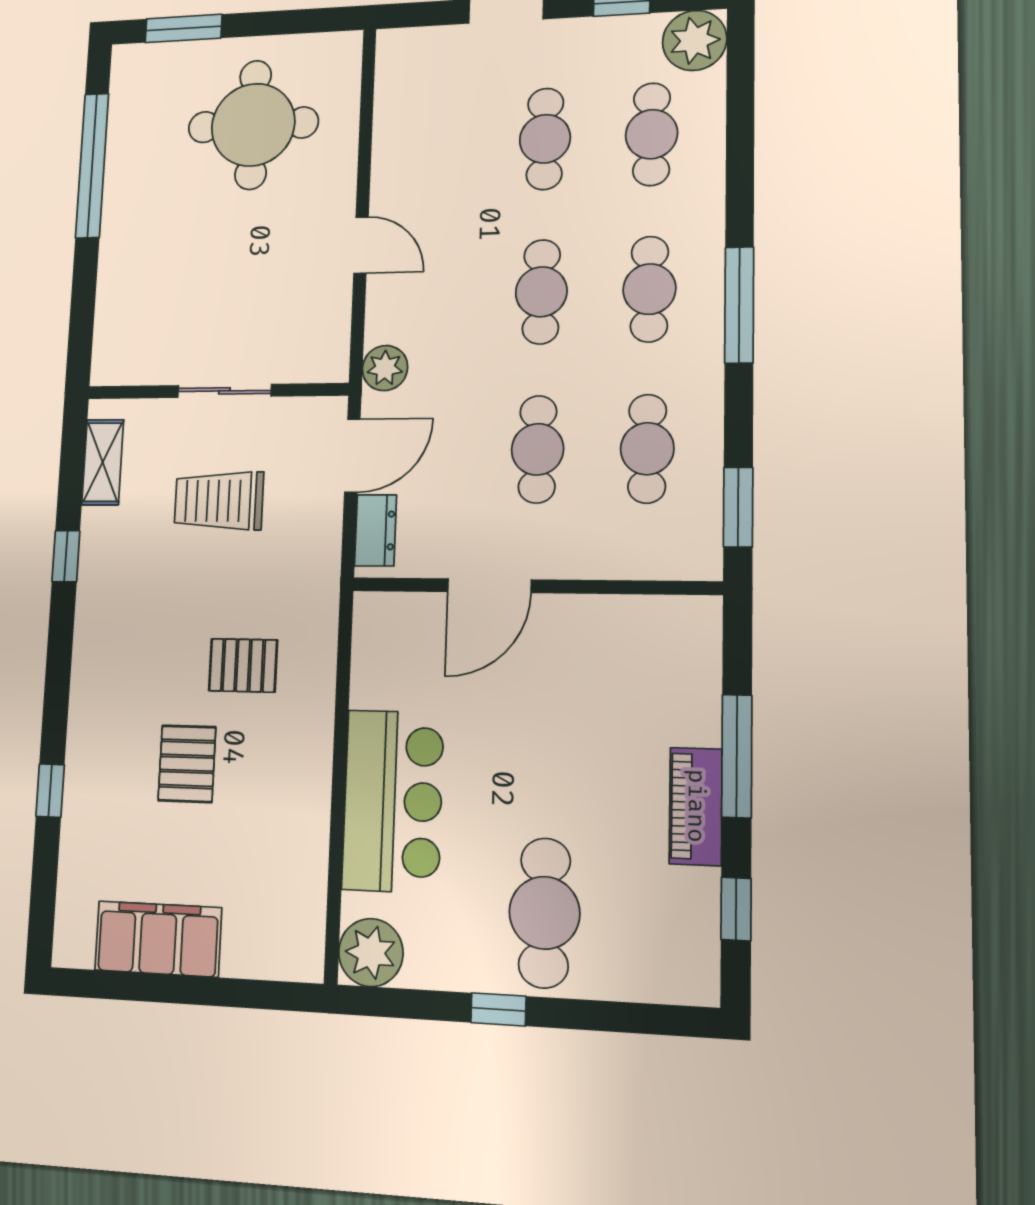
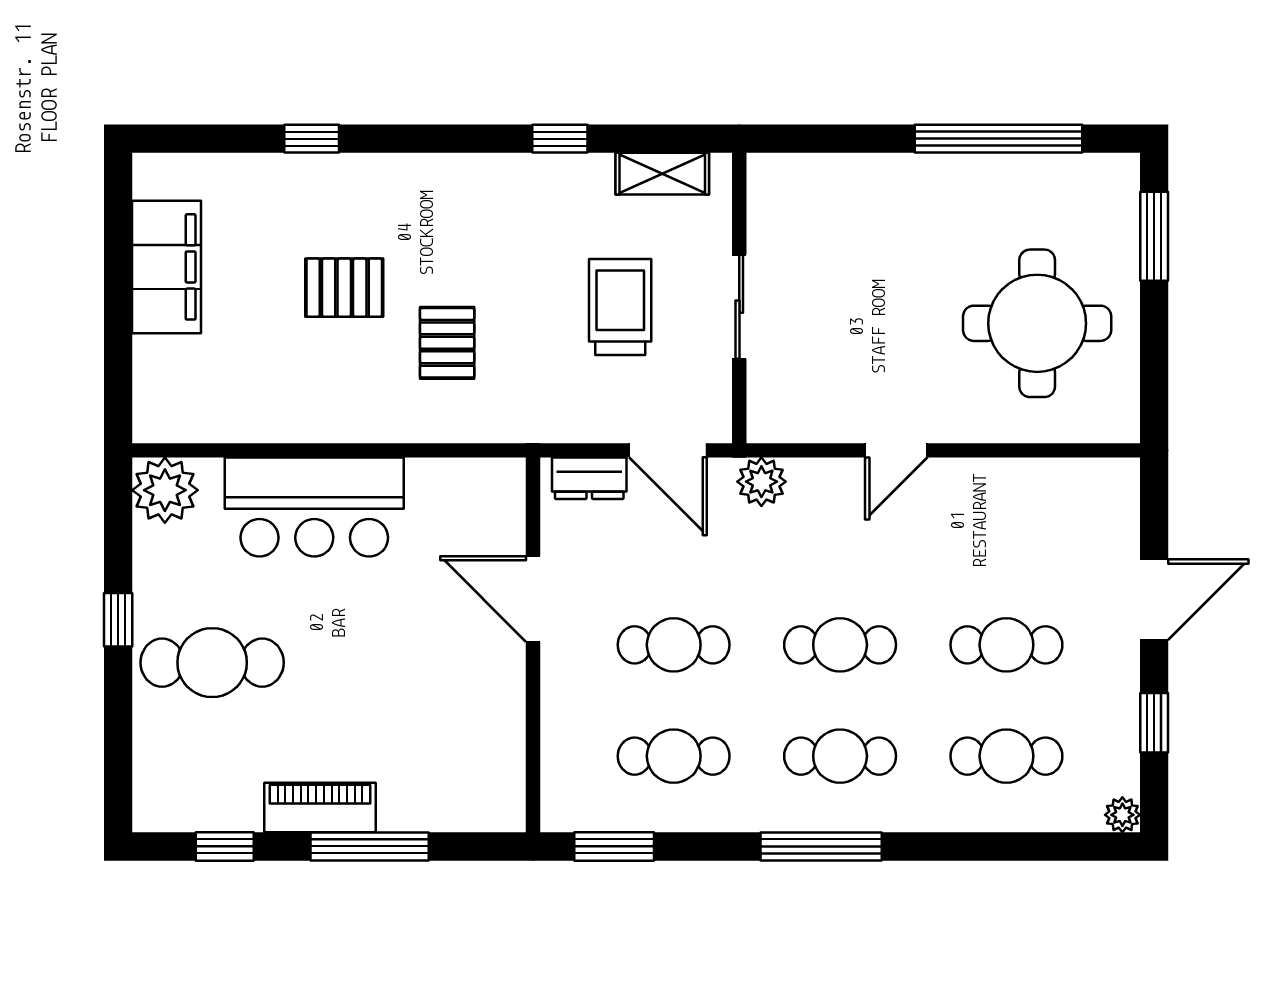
plant: (695, 40) -> (1122, 815), width x0.53, depth x0.53

